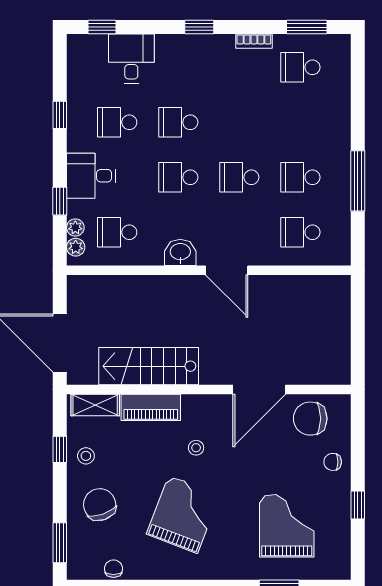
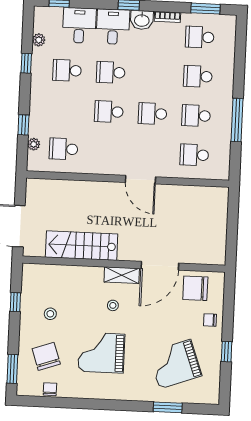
school desk: (300, 122) -> (198, 76), added
desk: (91, 176) -> (113, 27), moved, turned 90
plant: (76, 247) -> (39, 40), moved
washbasin: (180, 252) -> (142, 20), moved, turned 180
shelving: (95, 405) -> (122, 275), moved
piano: (151, 407) -> (82, 275), removed
stool: (86, 456) -> (50, 314), moved
chair: (100, 505) -> (46, 356), moved
grand piano: (183, 514) -> (101, 353), turned -111
grand piano: (287, 526) -> (175, 364), turned -110

